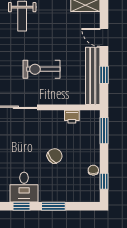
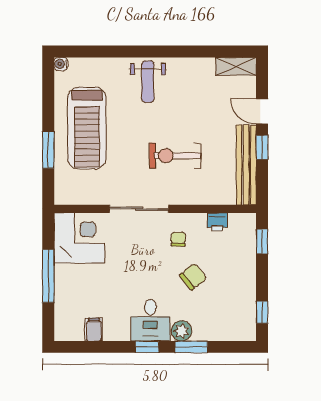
window: (104, 75) -> (262, 147), moved
window: (104, 131) -> (262, 241), width x0.67
chair: (93, 170) -> (178, 239), moved
plant: (46, 195) -> (182, 331), added

